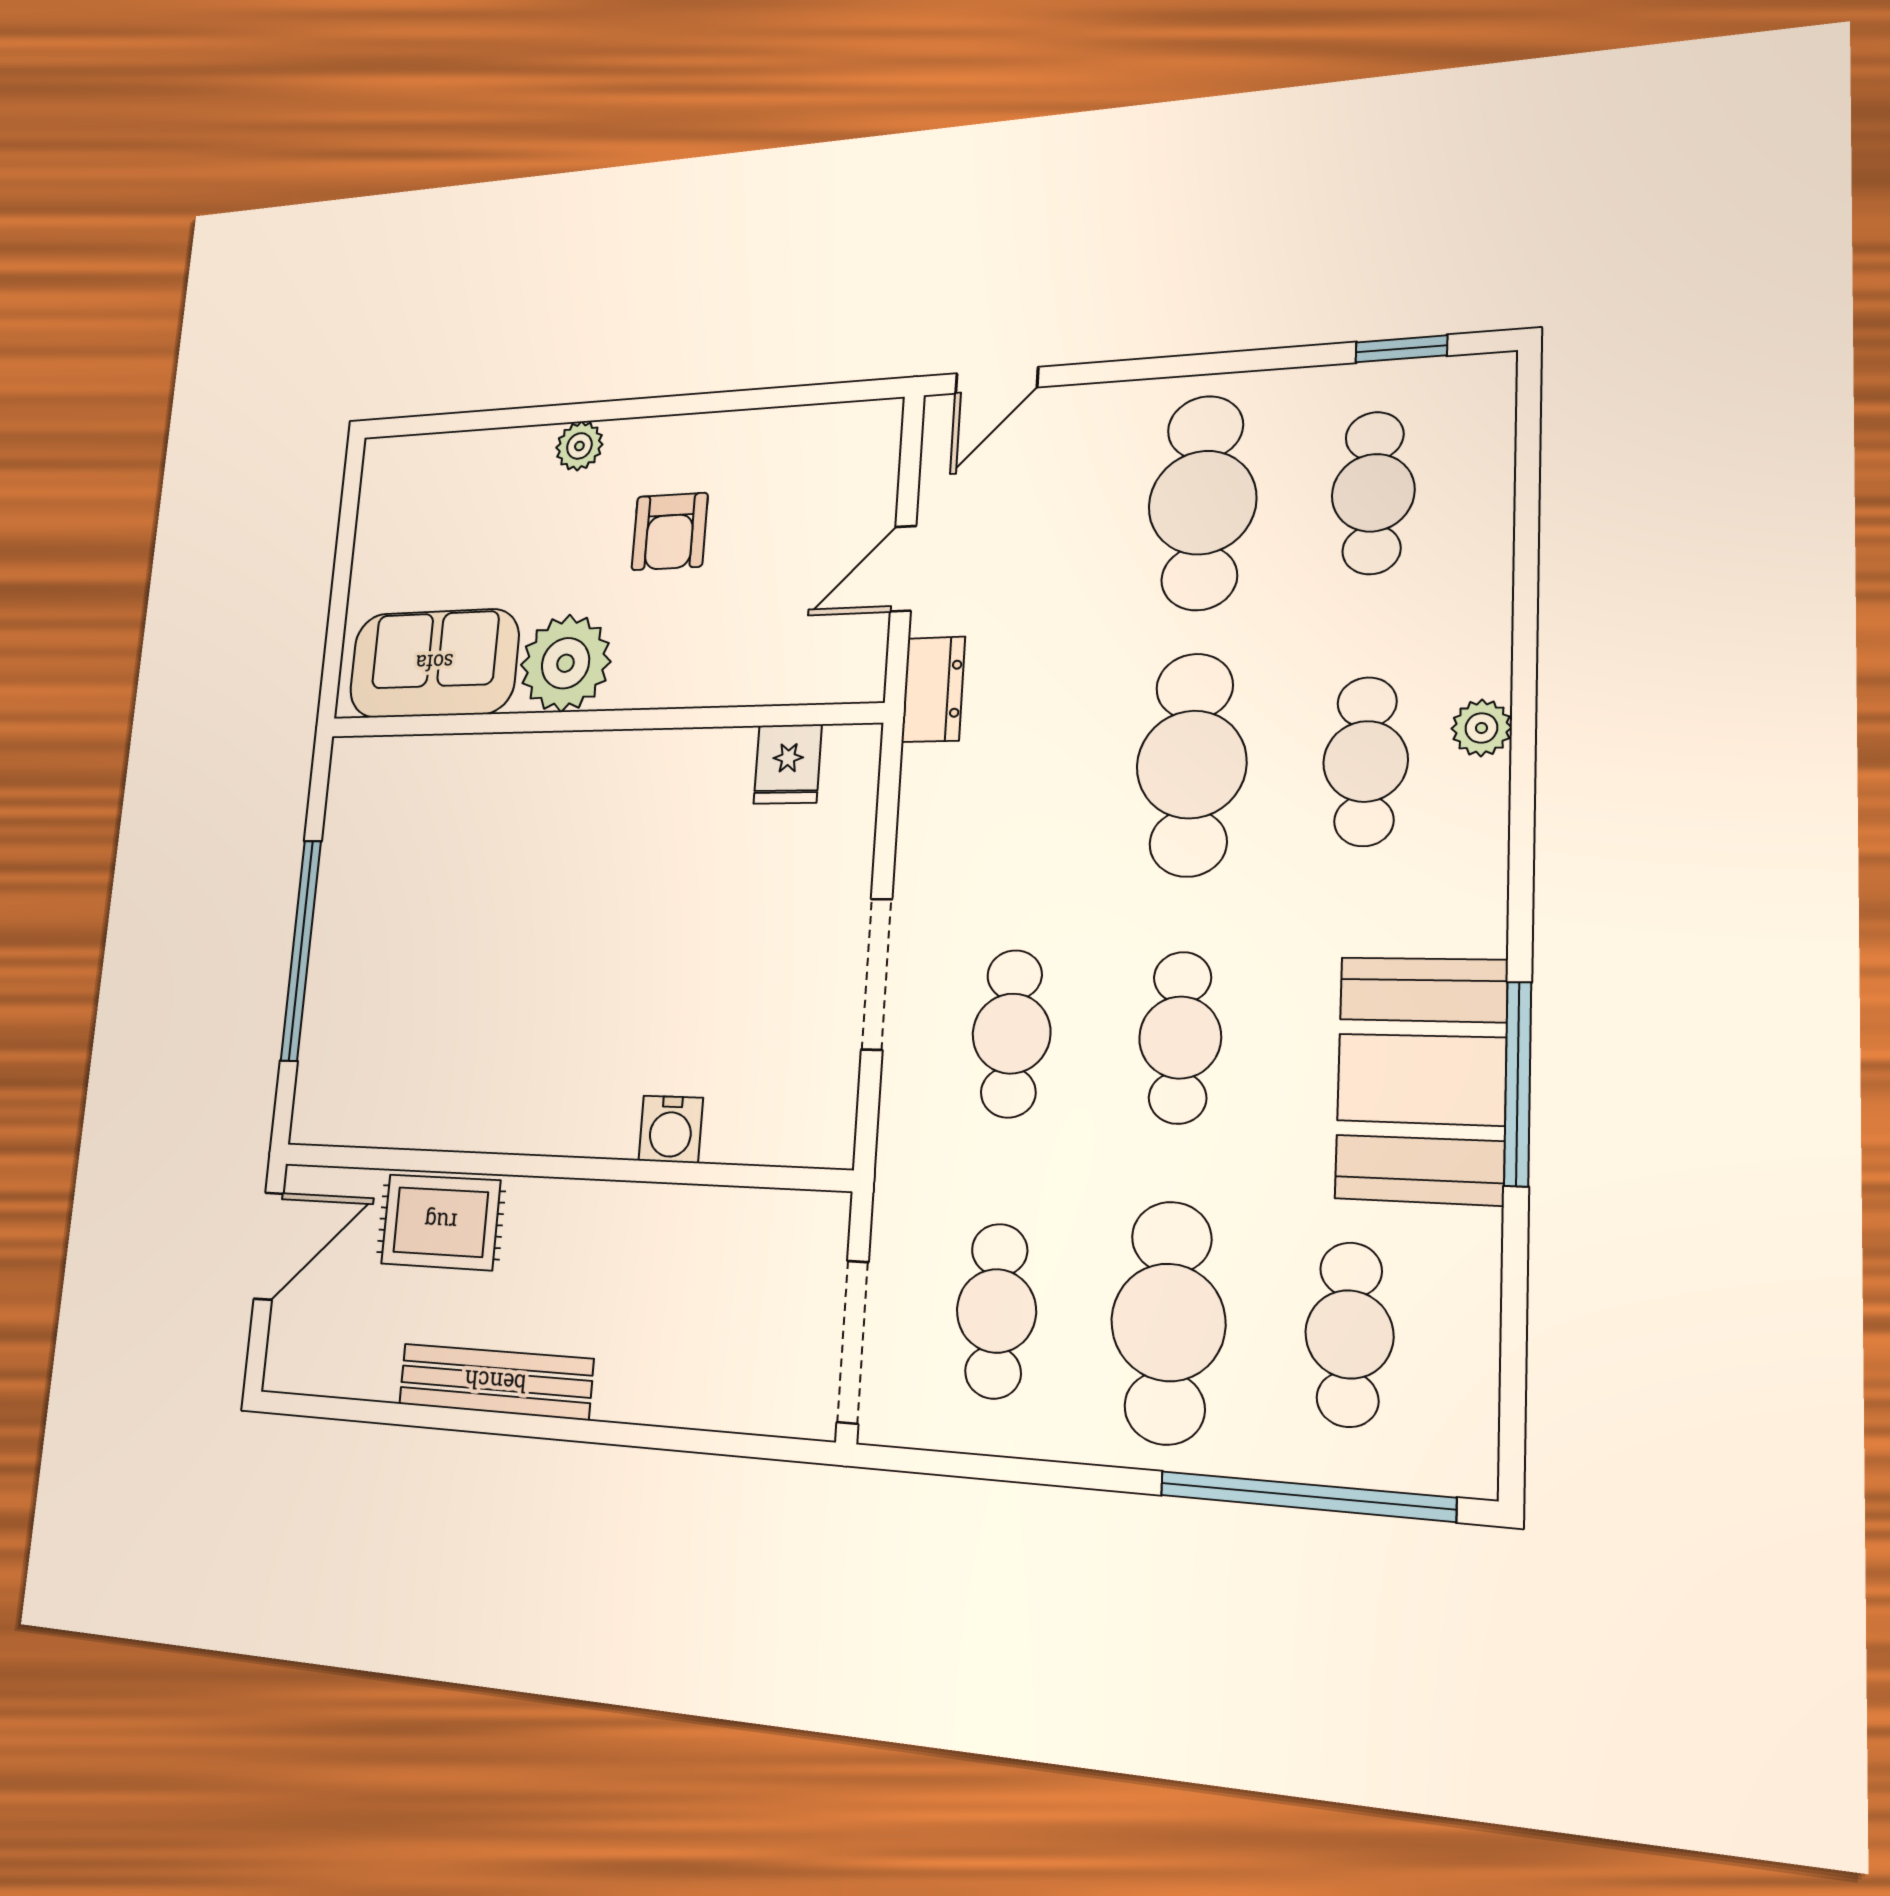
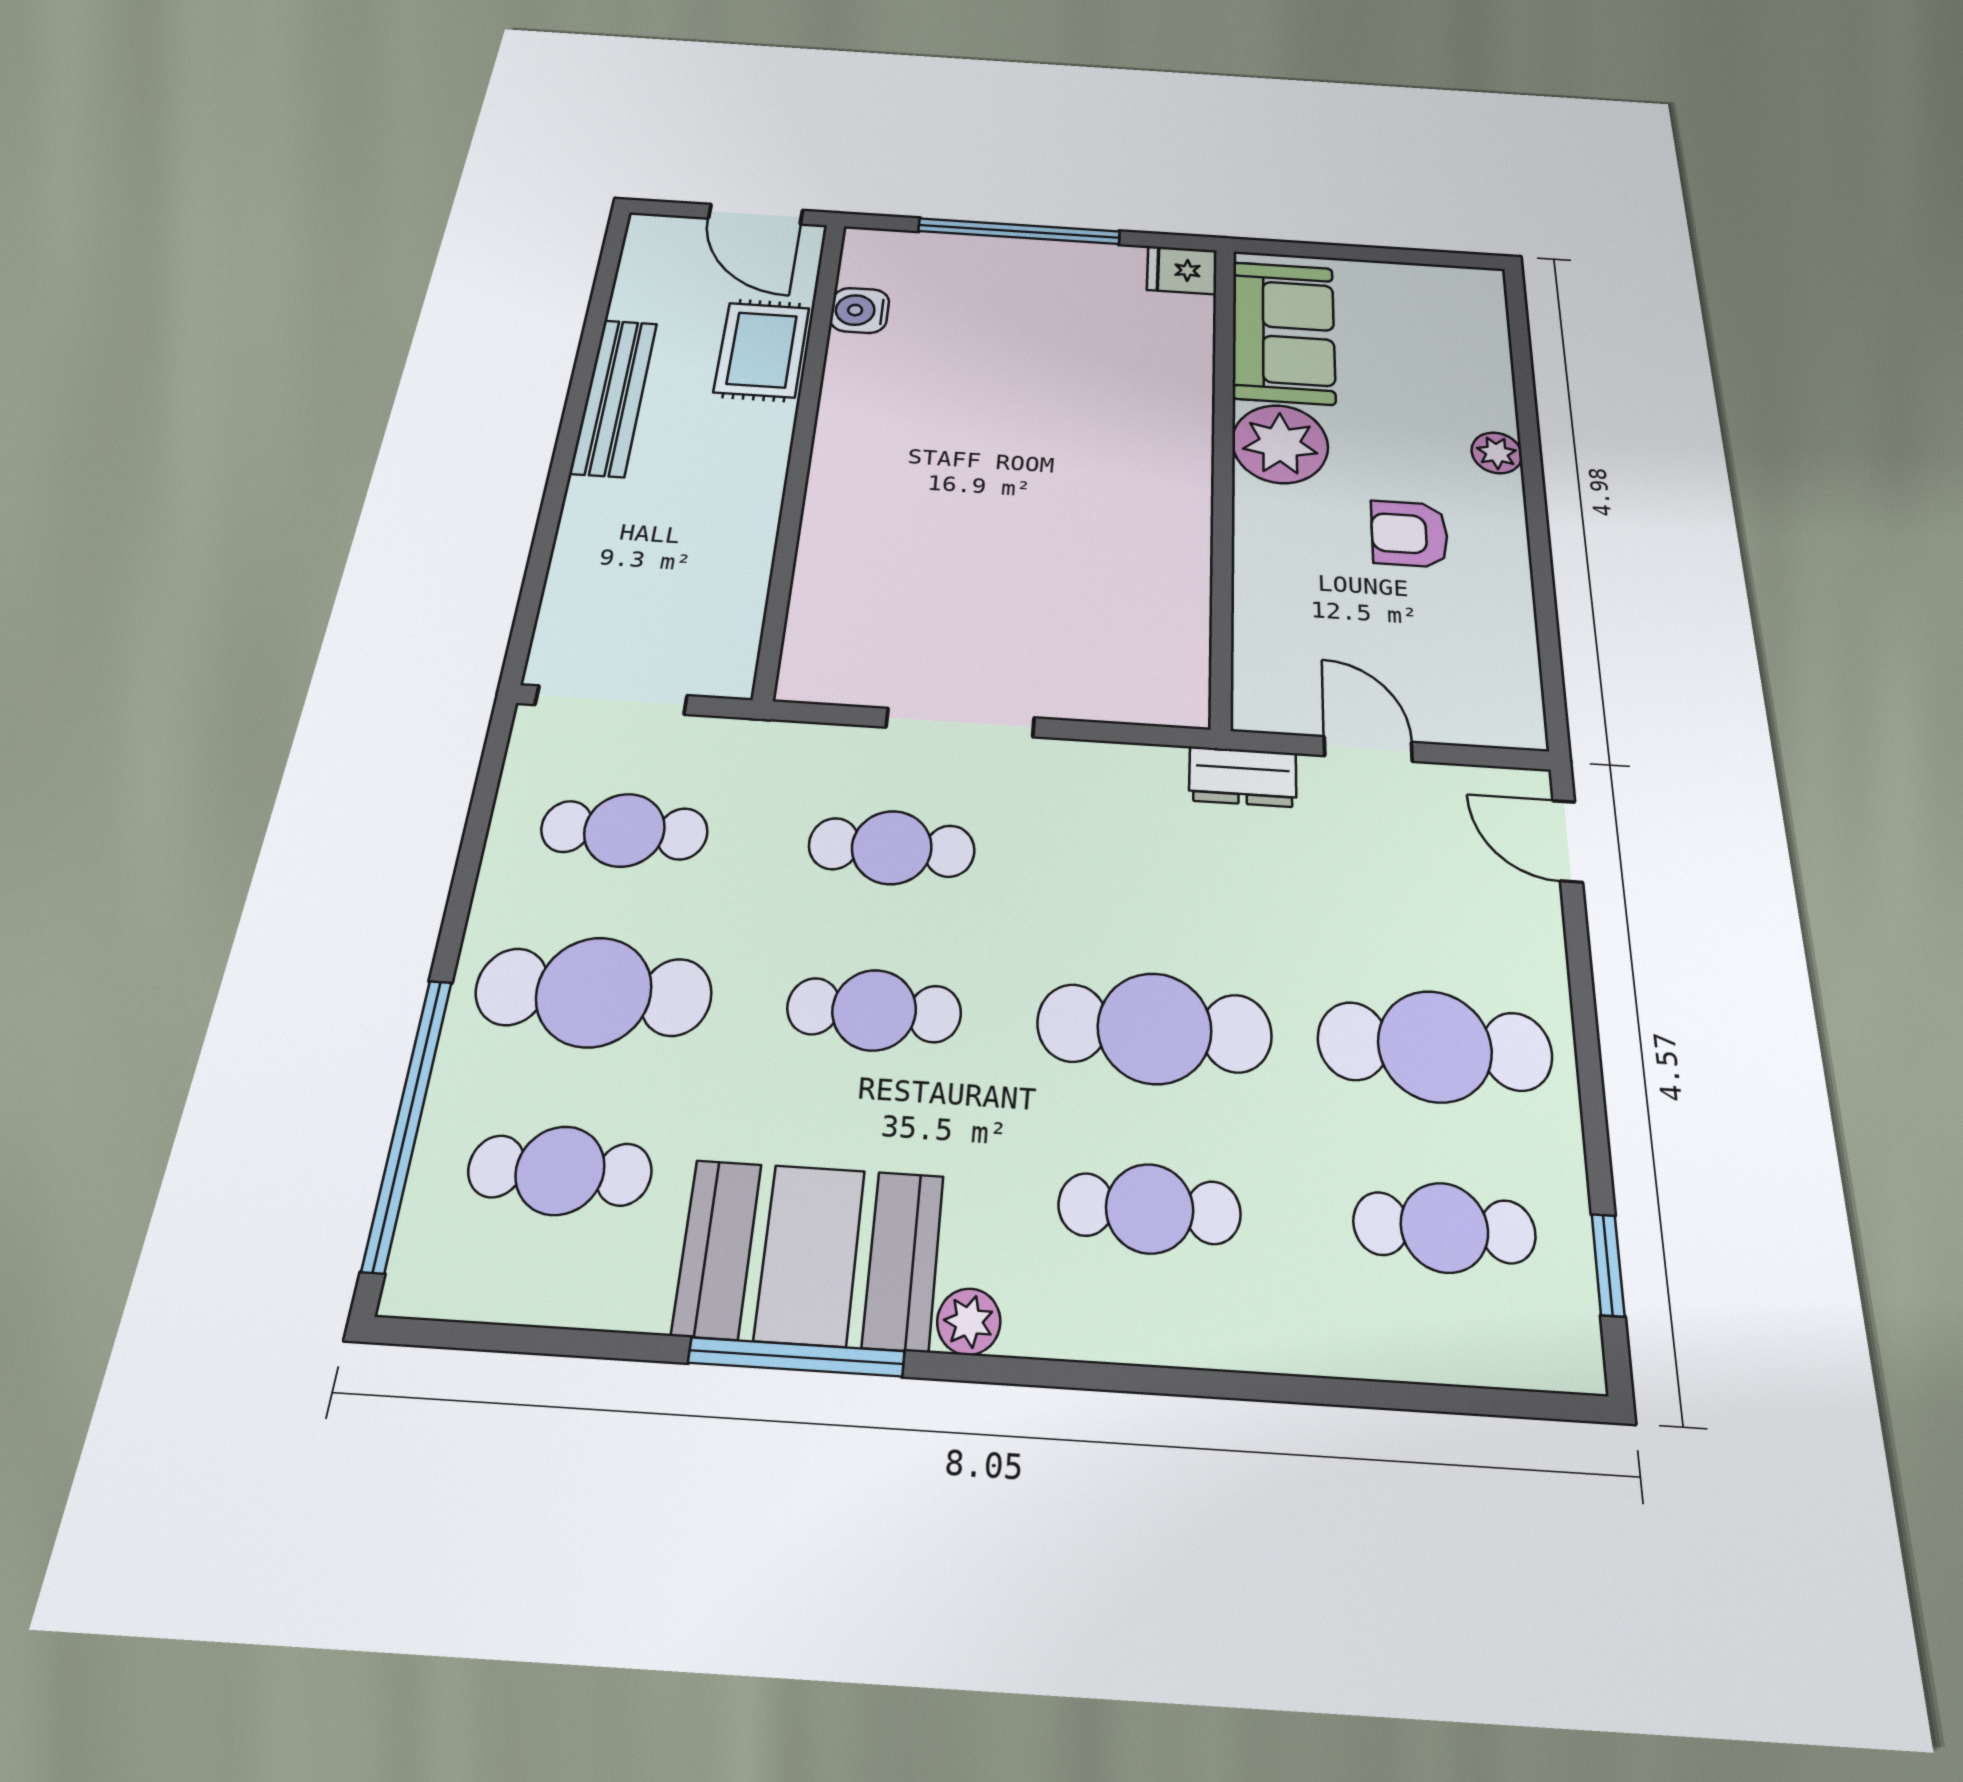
plant: (1481, 728) -> (969, 1322), moved
fridge: (788, 764) -> (1182, 270), moved
water cooler: (671, 1129) -> (860, 310), moved

